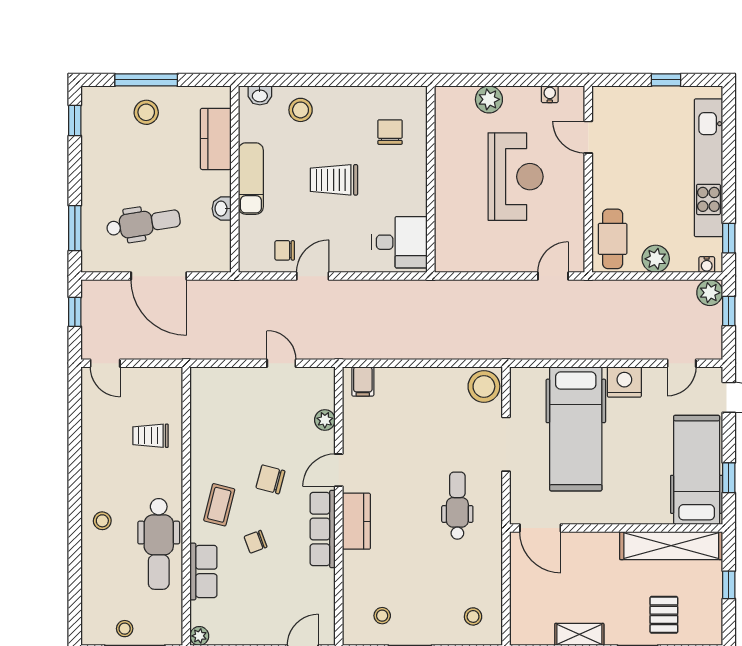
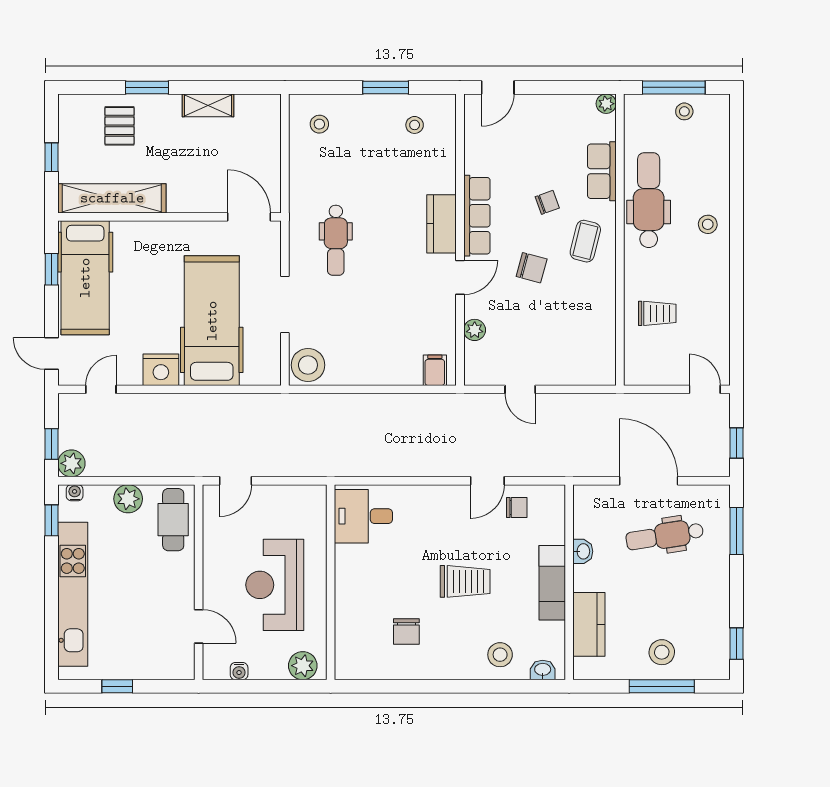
wall: (431, 179) -> (331, 582), moved
desk: (400, 242) -> (363, 516), moved

